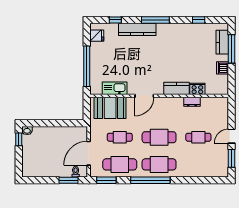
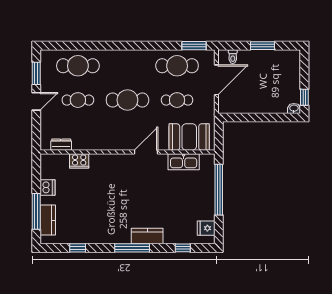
kitchen counter: (137, 29) -> (147, 236), width x0.67
kitchen counter: (177, 88) -> (105, 162), removed
dresser: (192, 102) -> (61, 145), moved
cafe table: (159, 164) -> (78, 66), moved
window: (68, 180) -> (263, 46), moved
window: (150, 180) -> (138, 46), removed

